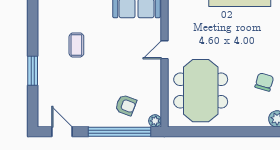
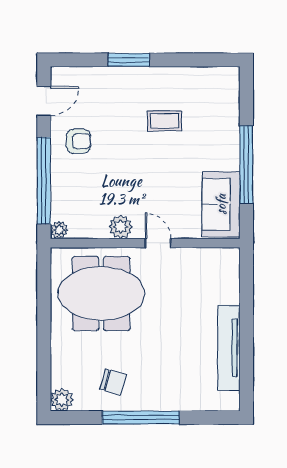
plant: (153, 77) -> (121, 227), added
armchair: (126, 105) -> (79, 141), moved, turned -111

